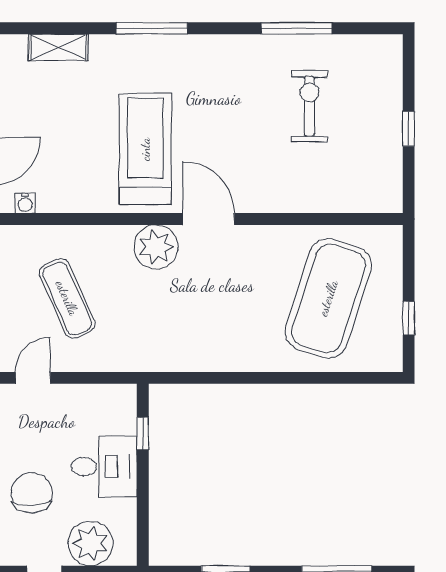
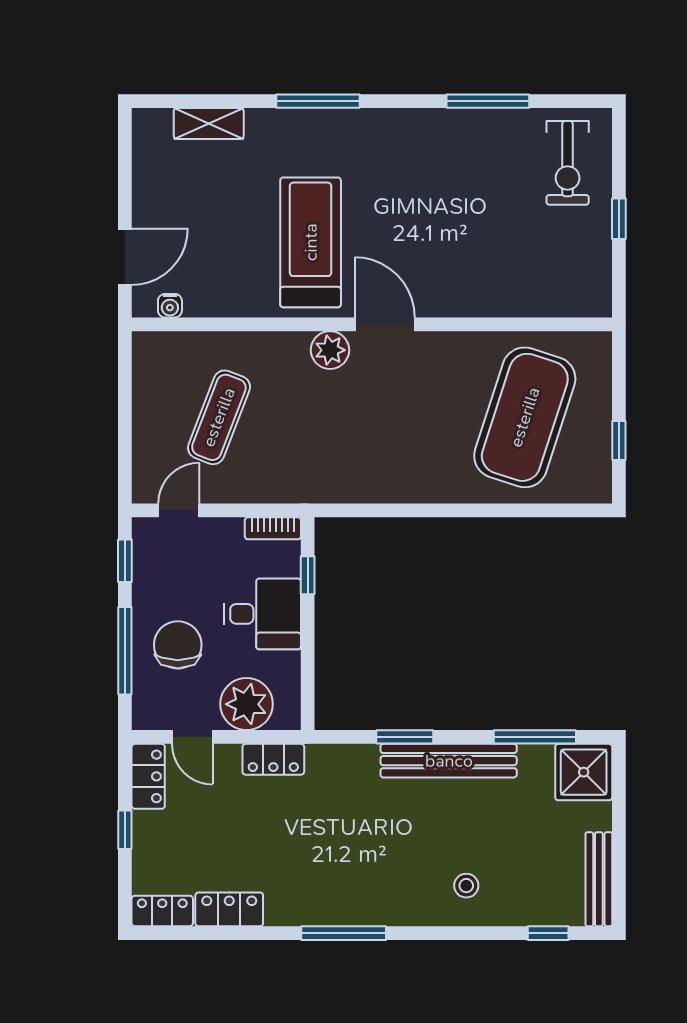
exercise bike: (309, 106) -> (568, 163), moved, turned 180
plant: (156, 247) -> (330, 350), width x0.73, depth x0.73
exercise mat: (67, 298) -> (219, 417), turned 45
bookcase: (113, 393) -> (273, 528), added

